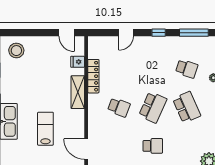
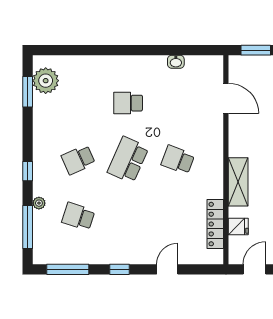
door: (67, 33) -> (254, 269), hinge flipped
locker: (93, 76) -> (215, 224), moved
school desk: (187, 107) -> (78, 160), width x0.54

